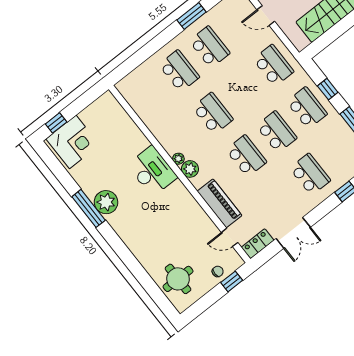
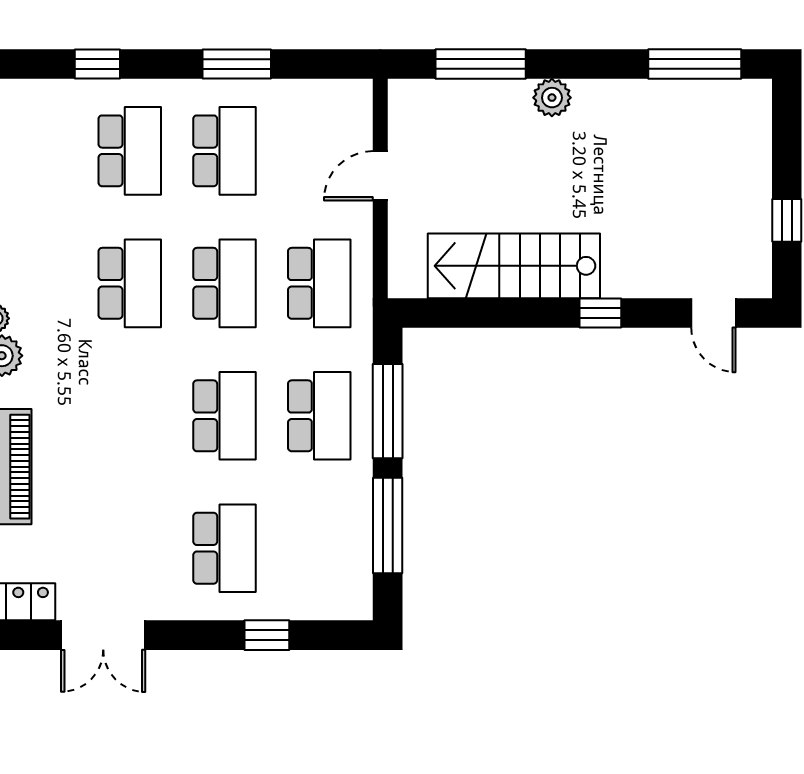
door: (266, 16) -> (380, 176), hinge flipped
window: (147, 51) -> (97, 64), added
window: (328, 89) -> (388, 411), width x2.17
school desk: (246, 156) -> (224, 283), moved

